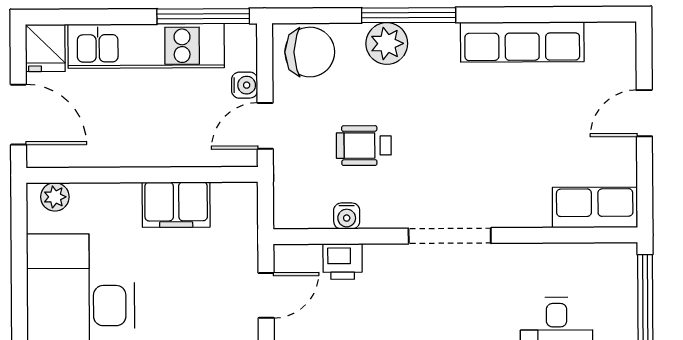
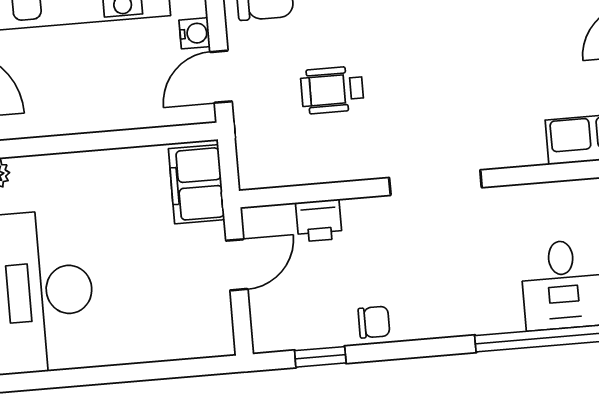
filing cabinet: (176, 205) -> (197, 184), moved, turned 90
water cooler: (347, 216) -> (319, 170), removed

